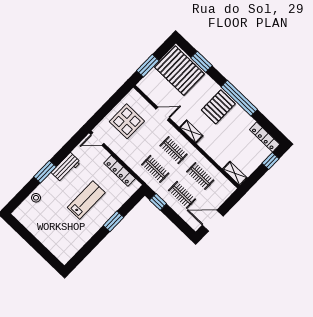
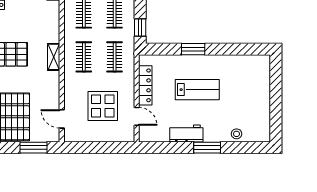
door: (163, 114) -> (62, 119), moved
display table: (127, 121) -> (103, 106), moved
door: (97, 139) -> (137, 116), moved
lab bench: (86, 200) -> (197, 90), turned 180

